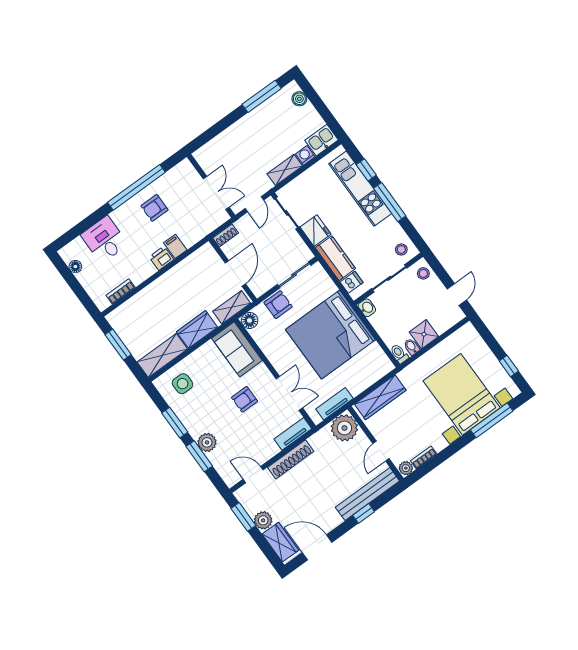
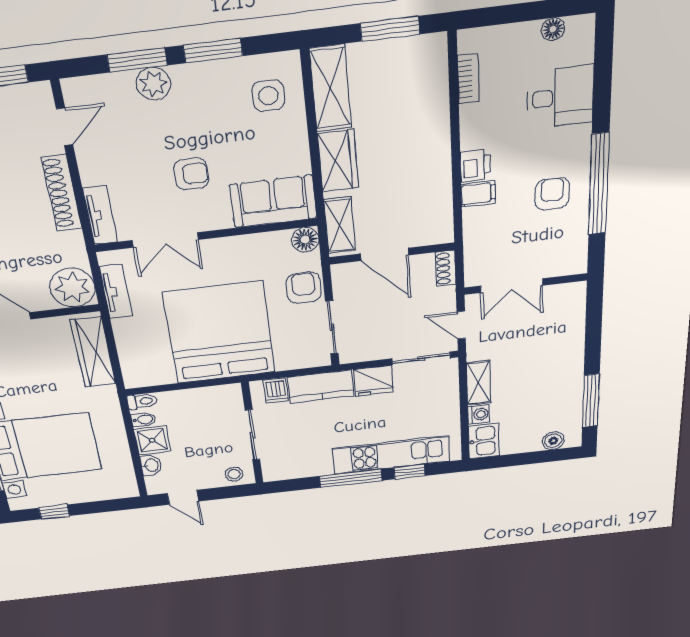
stool: (401, 249) -> (281, 464), removed
armchair: (278, 305) -> (304, 288), turned 180
washbasin: (367, 308) -> (151, 465), moved, turned -90
armchair: (245, 399) -> (191, 174), turned 90

